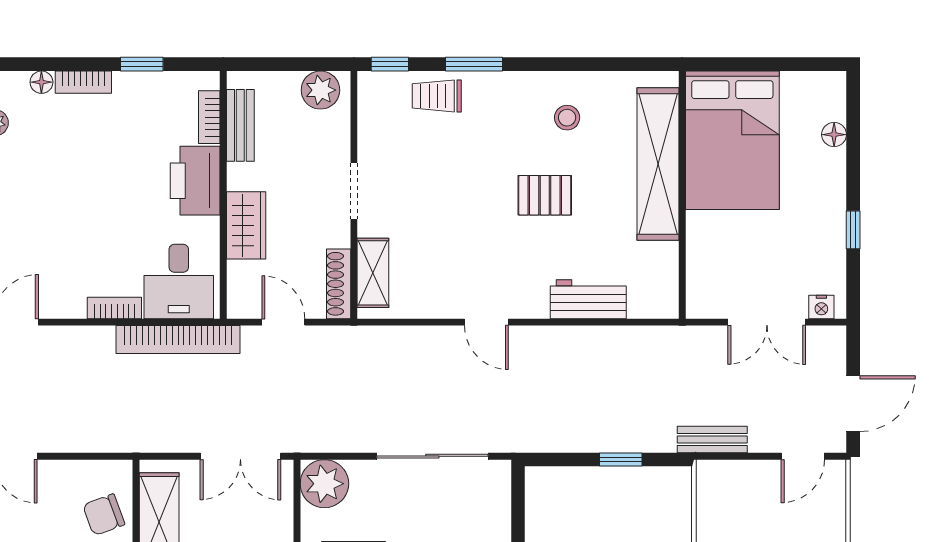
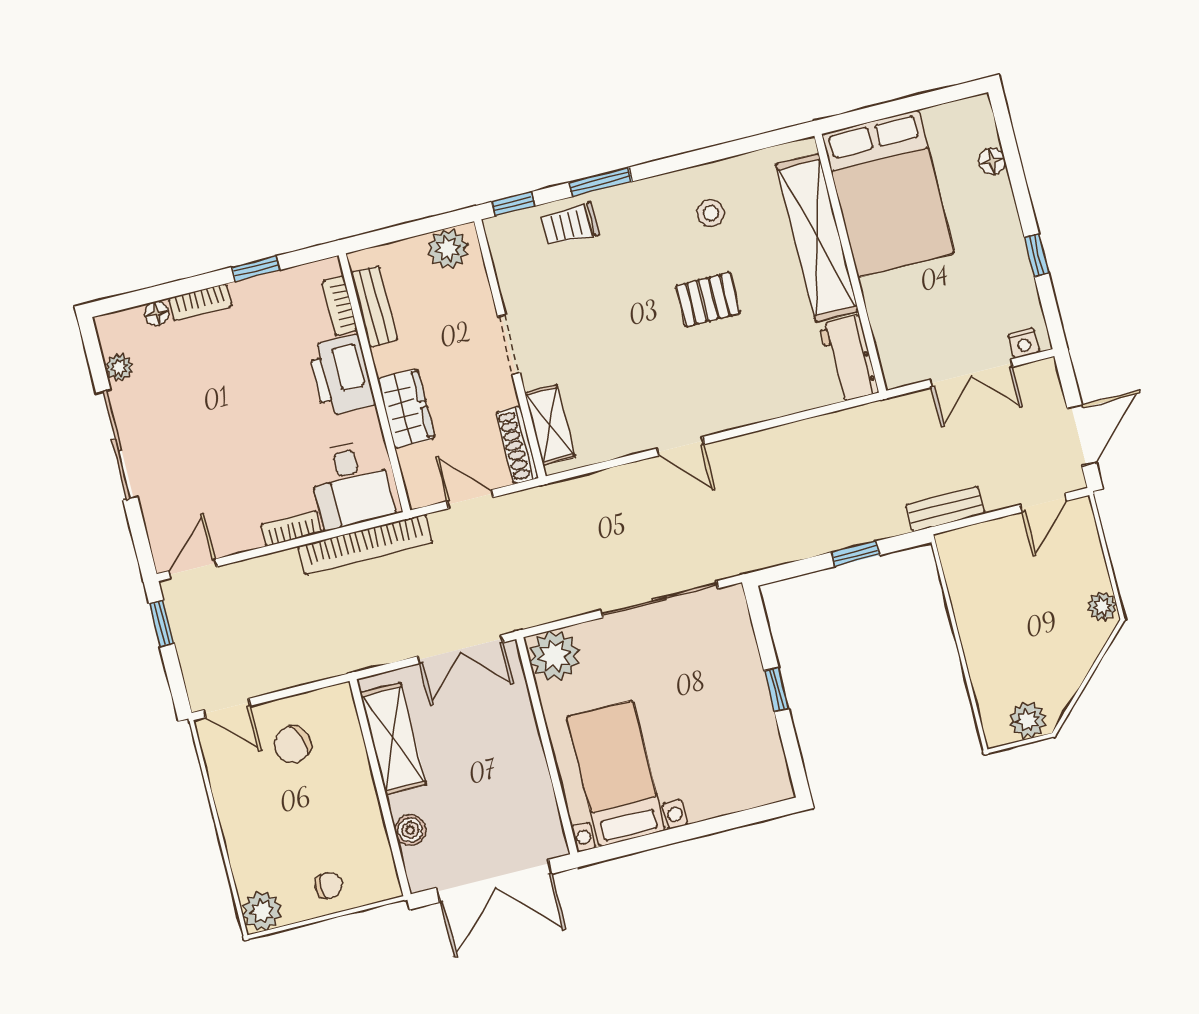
workbench: (588, 299) -> (849, 358), moved, turned -90
chair: (104, 515) -> (293, 745), moved

